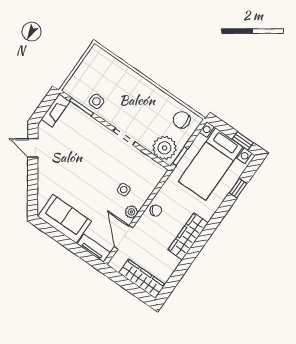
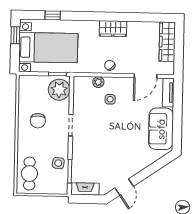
cafe table: (105, 68) -> (29, 174), added
chair: (182, 120) -> (38, 121), moved
plant: (131, 212) -> (98, 82), moved
wardrobe: (188, 236) -> (113, 29), width x0.67

